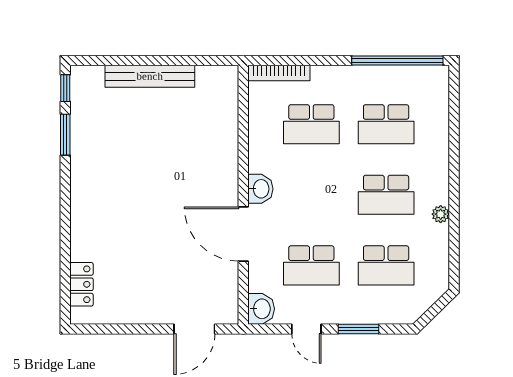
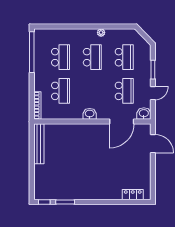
bench: (150, 76) -> (39, 144), moved
door: (243, 234) -> (122, 122), moved

